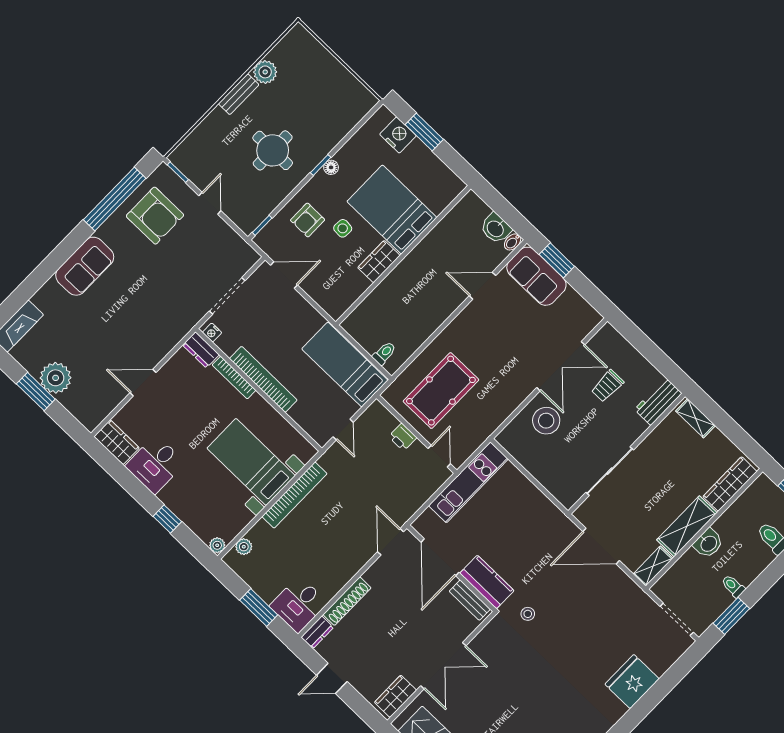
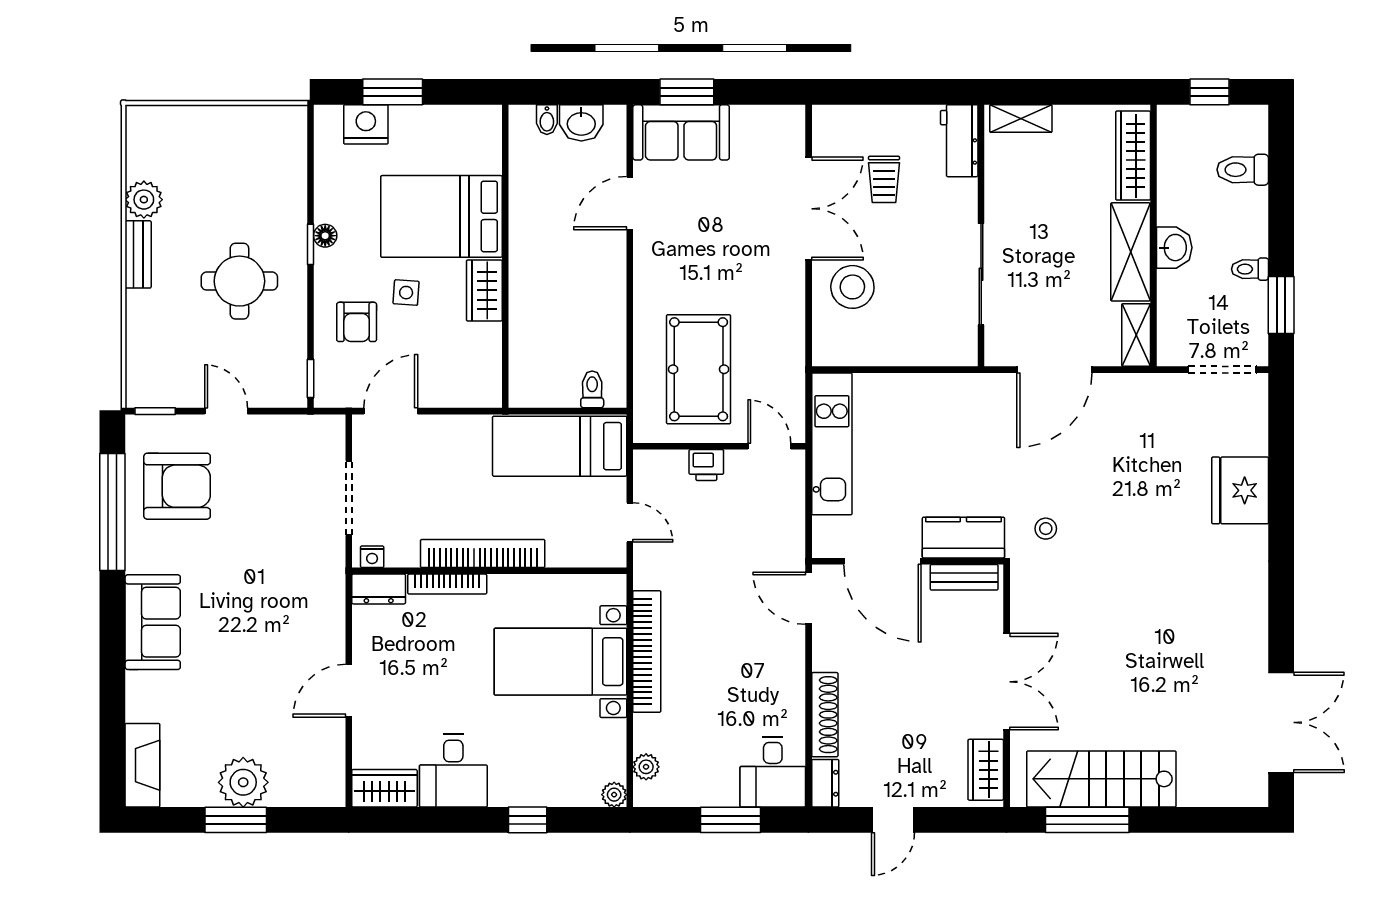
bidet: (513, 242) -> (547, 120), moved

